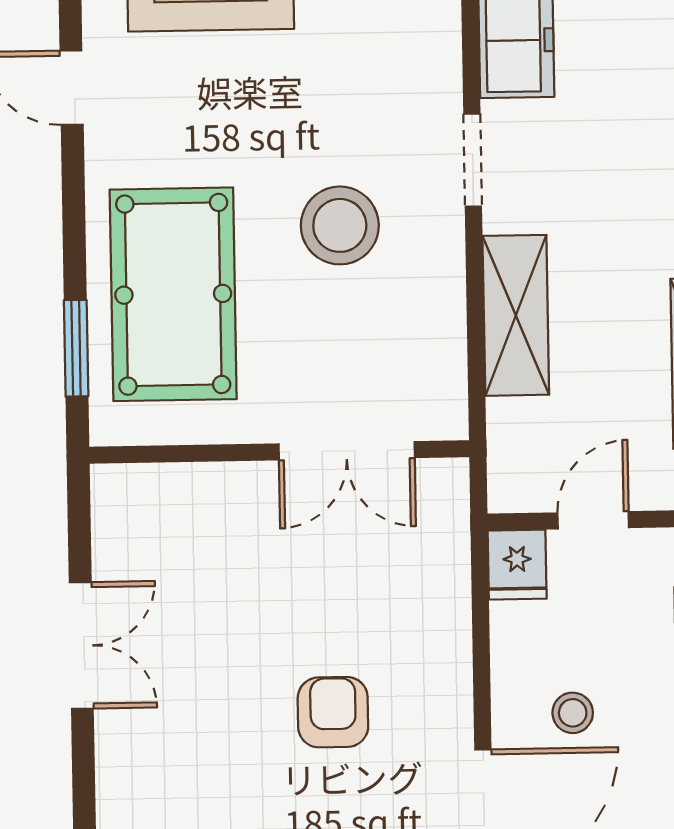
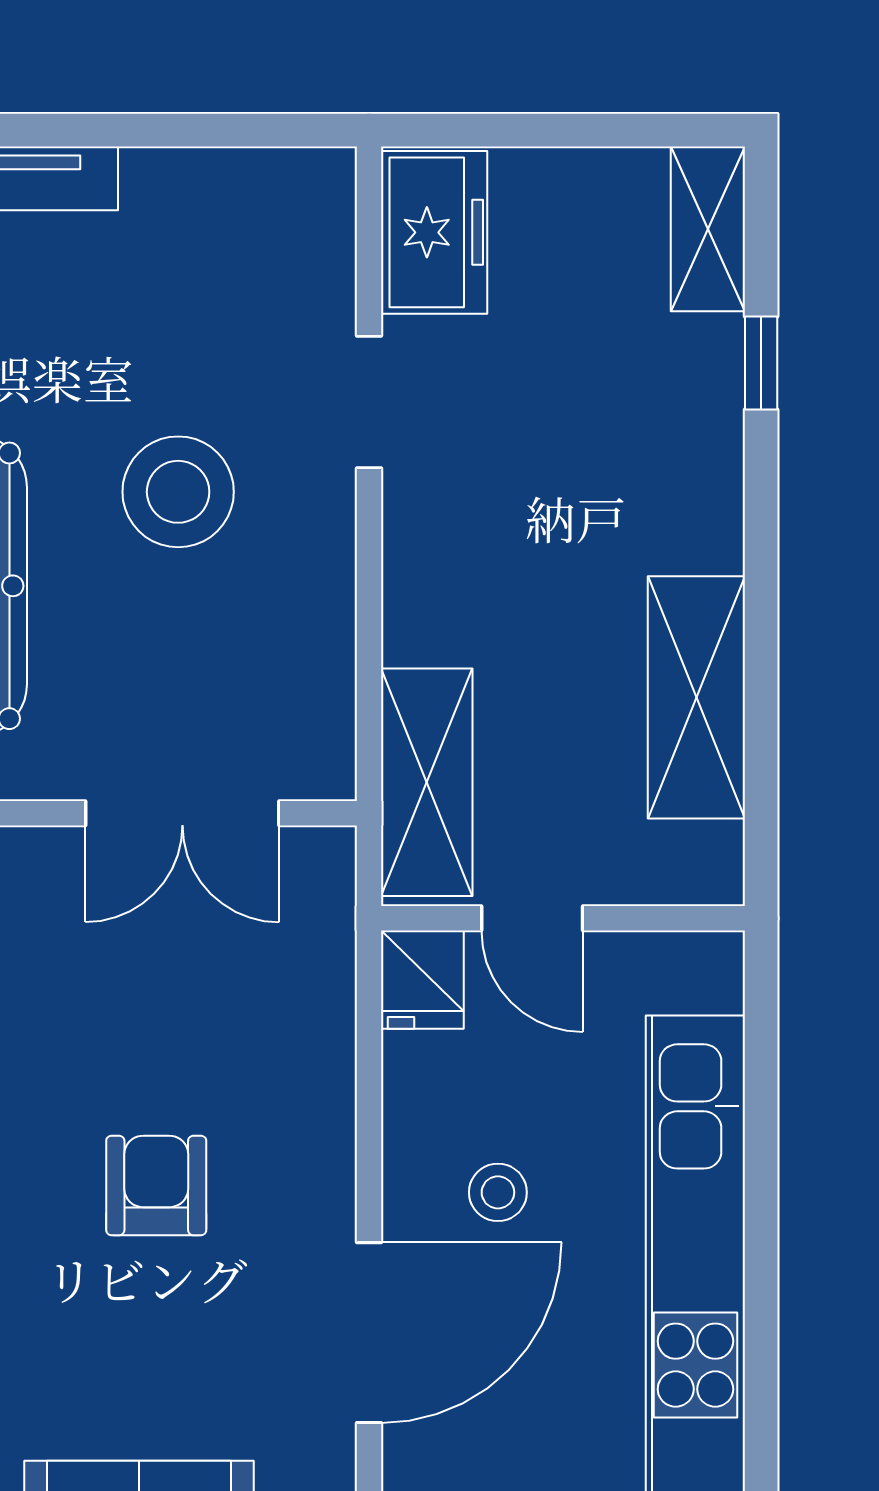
shelving: (516, 315) -> (427, 782), moved
door: (593, 520) -> (532, 918), swing flipped

